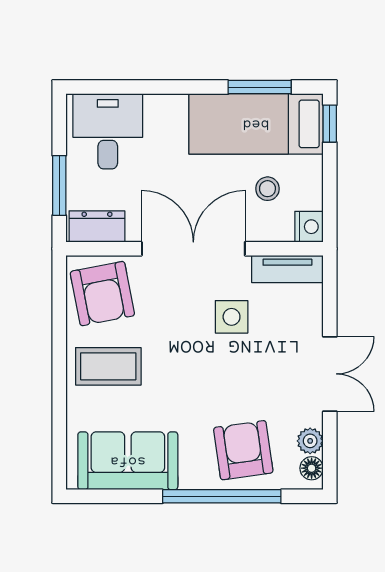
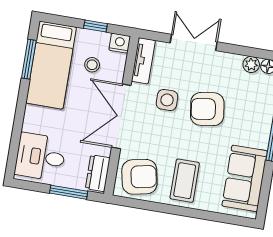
window: (330, 124) -> (95, 26), moved
double door: (330, 374) -> (194, 42), moved
armchair: (243, 450) -> (207, 109), moved

